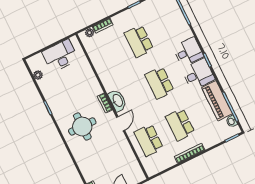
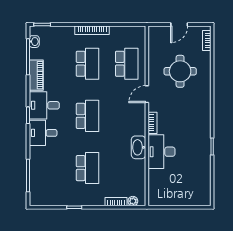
desk: (60, 56) -> (162, 152), moved, turned 90
plant: (38, 75) -> (206, 184), removed
washbasin: (117, 101) -> (139, 147), moved
piano: (217, 101) -> (36, 75), width x0.73, depth x0.75
round table: (82, 127) -> (180, 71), moved

